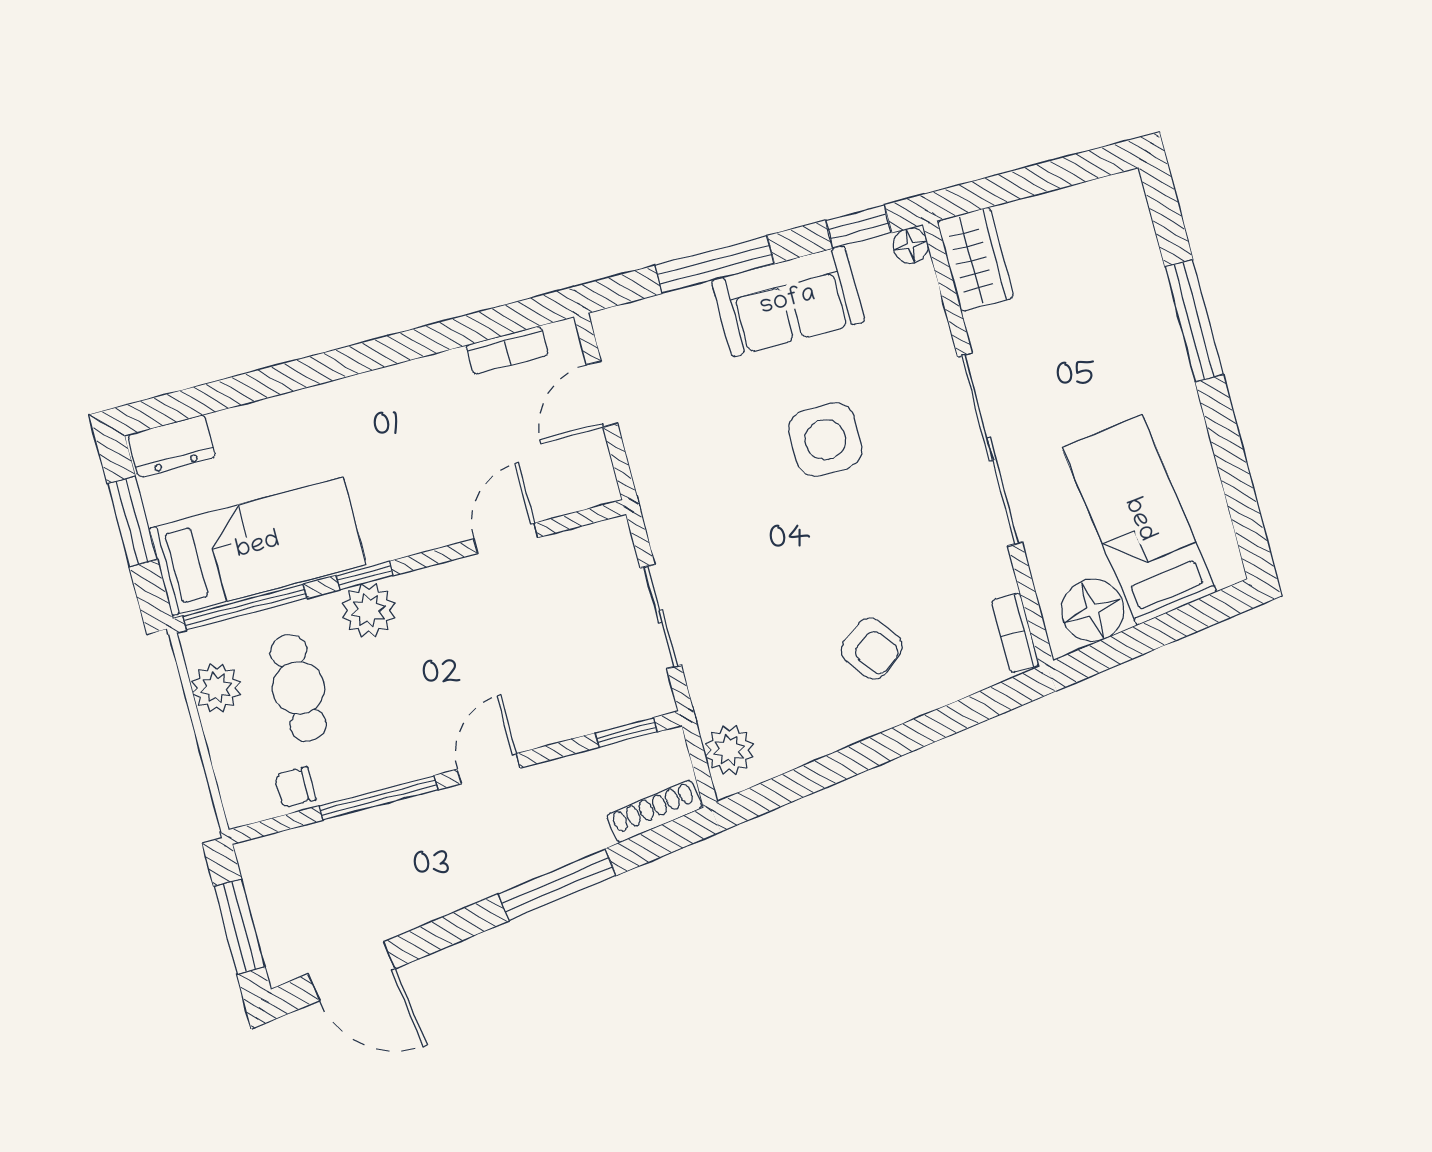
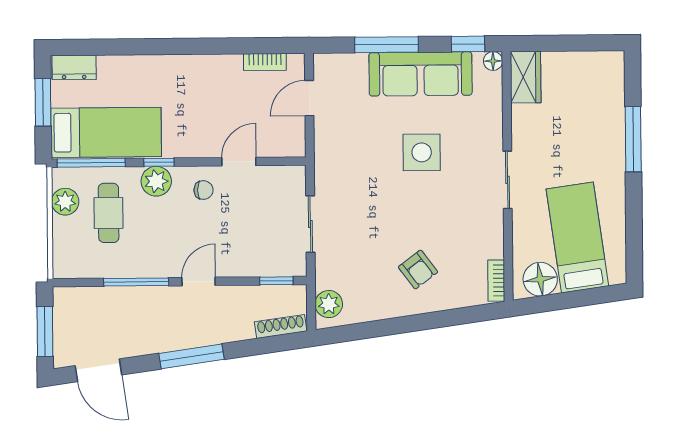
sofa: (788, 301) -> (421, 74), width x1.36
sliding door: (990, 449) -> (508, 180), width x0.54
chair: (295, 787) -> (204, 190), moved, turned 180
window: (557, 885) -> (191, 356), moved

